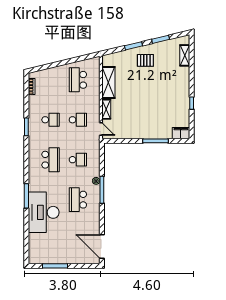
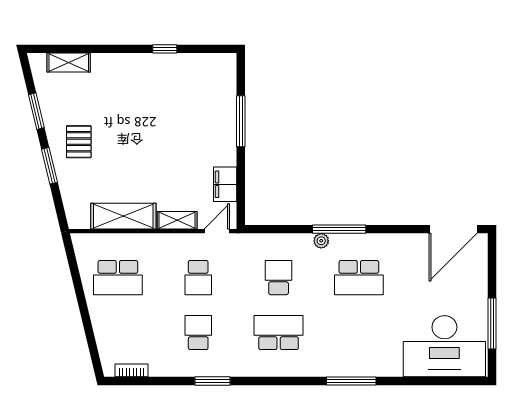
school desk: (78, 120) -> (198, 278), turned 180
filing cabinet: (181, 133) -> (225, 184), moved
desk: (44, 212) -> (444, 346), moved

